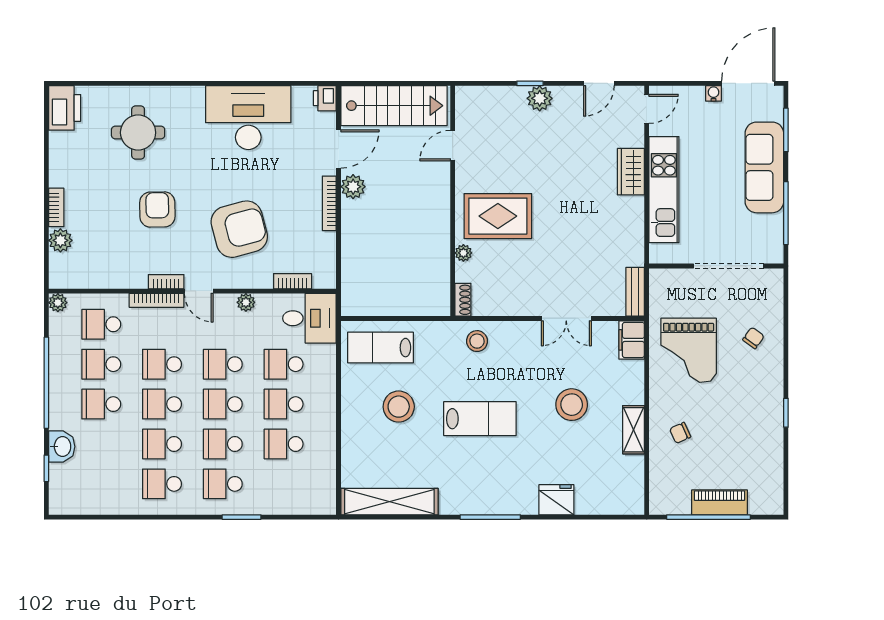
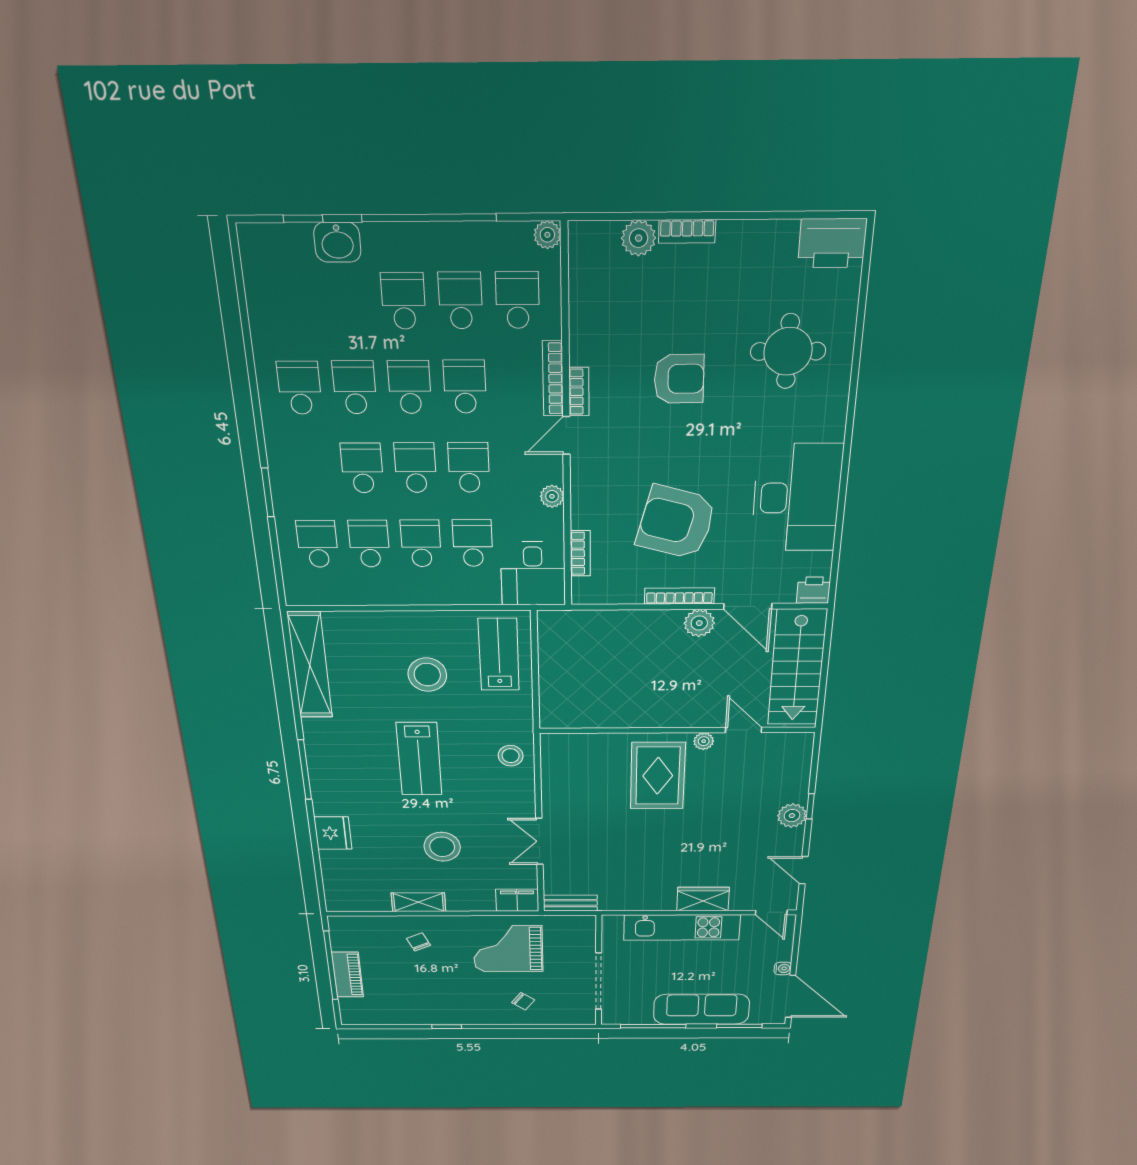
armchair: (239, 229) -> (676, 522), moved, turned 120
plant: (463, 253) -> (704, 741), moved
shoe rack: (463, 300) -> (559, 741), removed
school desk: (223, 484) -> (318, 544), moved

